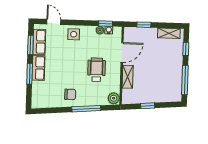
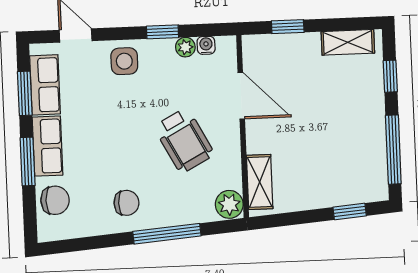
window: (106, 24) -> (163, 32), moved
door: (122, 53) -> (241, 96), hinge flipped
wheelchair: (96, 70) -> (184, 140), turned 152
shelving: (128, 77) -> (260, 182), moved
chair: (40, 91) -> (55, 200), added
window: (148, 106) -> (350, 211), moved

